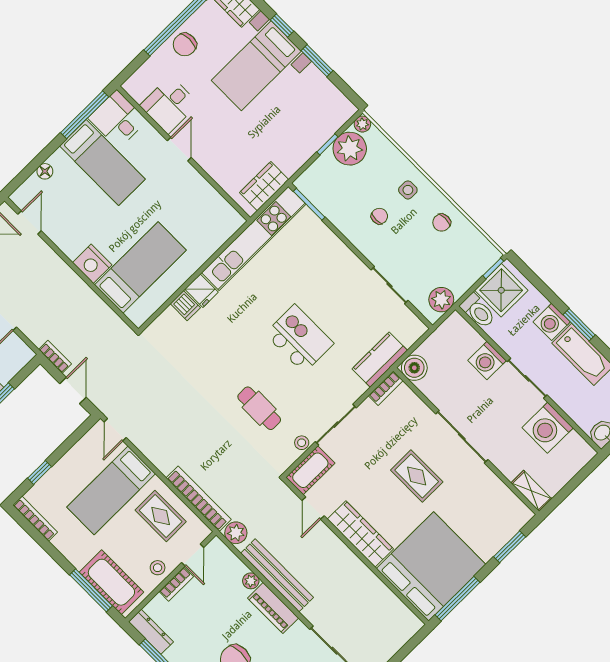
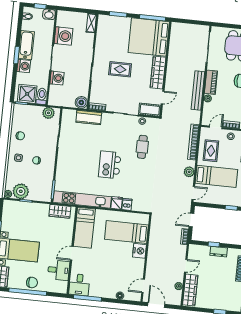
bed: (102, 162) -> (84, 228), moved, turned 180
kitchen island: (299, 339) -> (110, 165), moved
rug: (417, 476) -> (120, 69), turned 90
plant: (236, 533) -> (189, 172), moved

